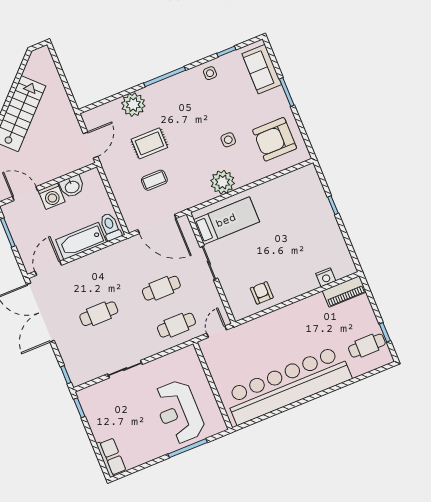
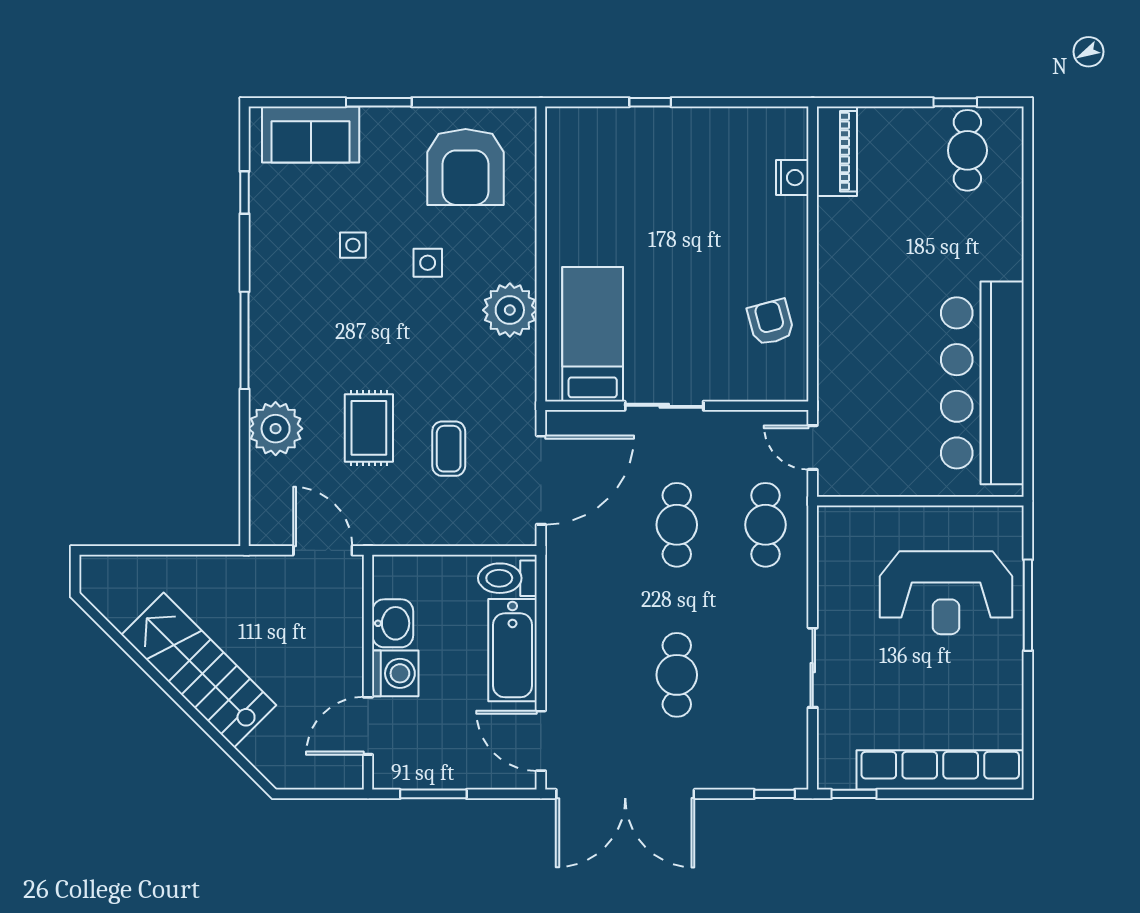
side table: (210, 73) -> (353, 245), moved
armchair: (262, 293) -> (771, 322), turned 75
bar counter: (288, 385) -> (982, 383), width x0.73
row of seats: (111, 457) -> (940, 770), width x2.02

